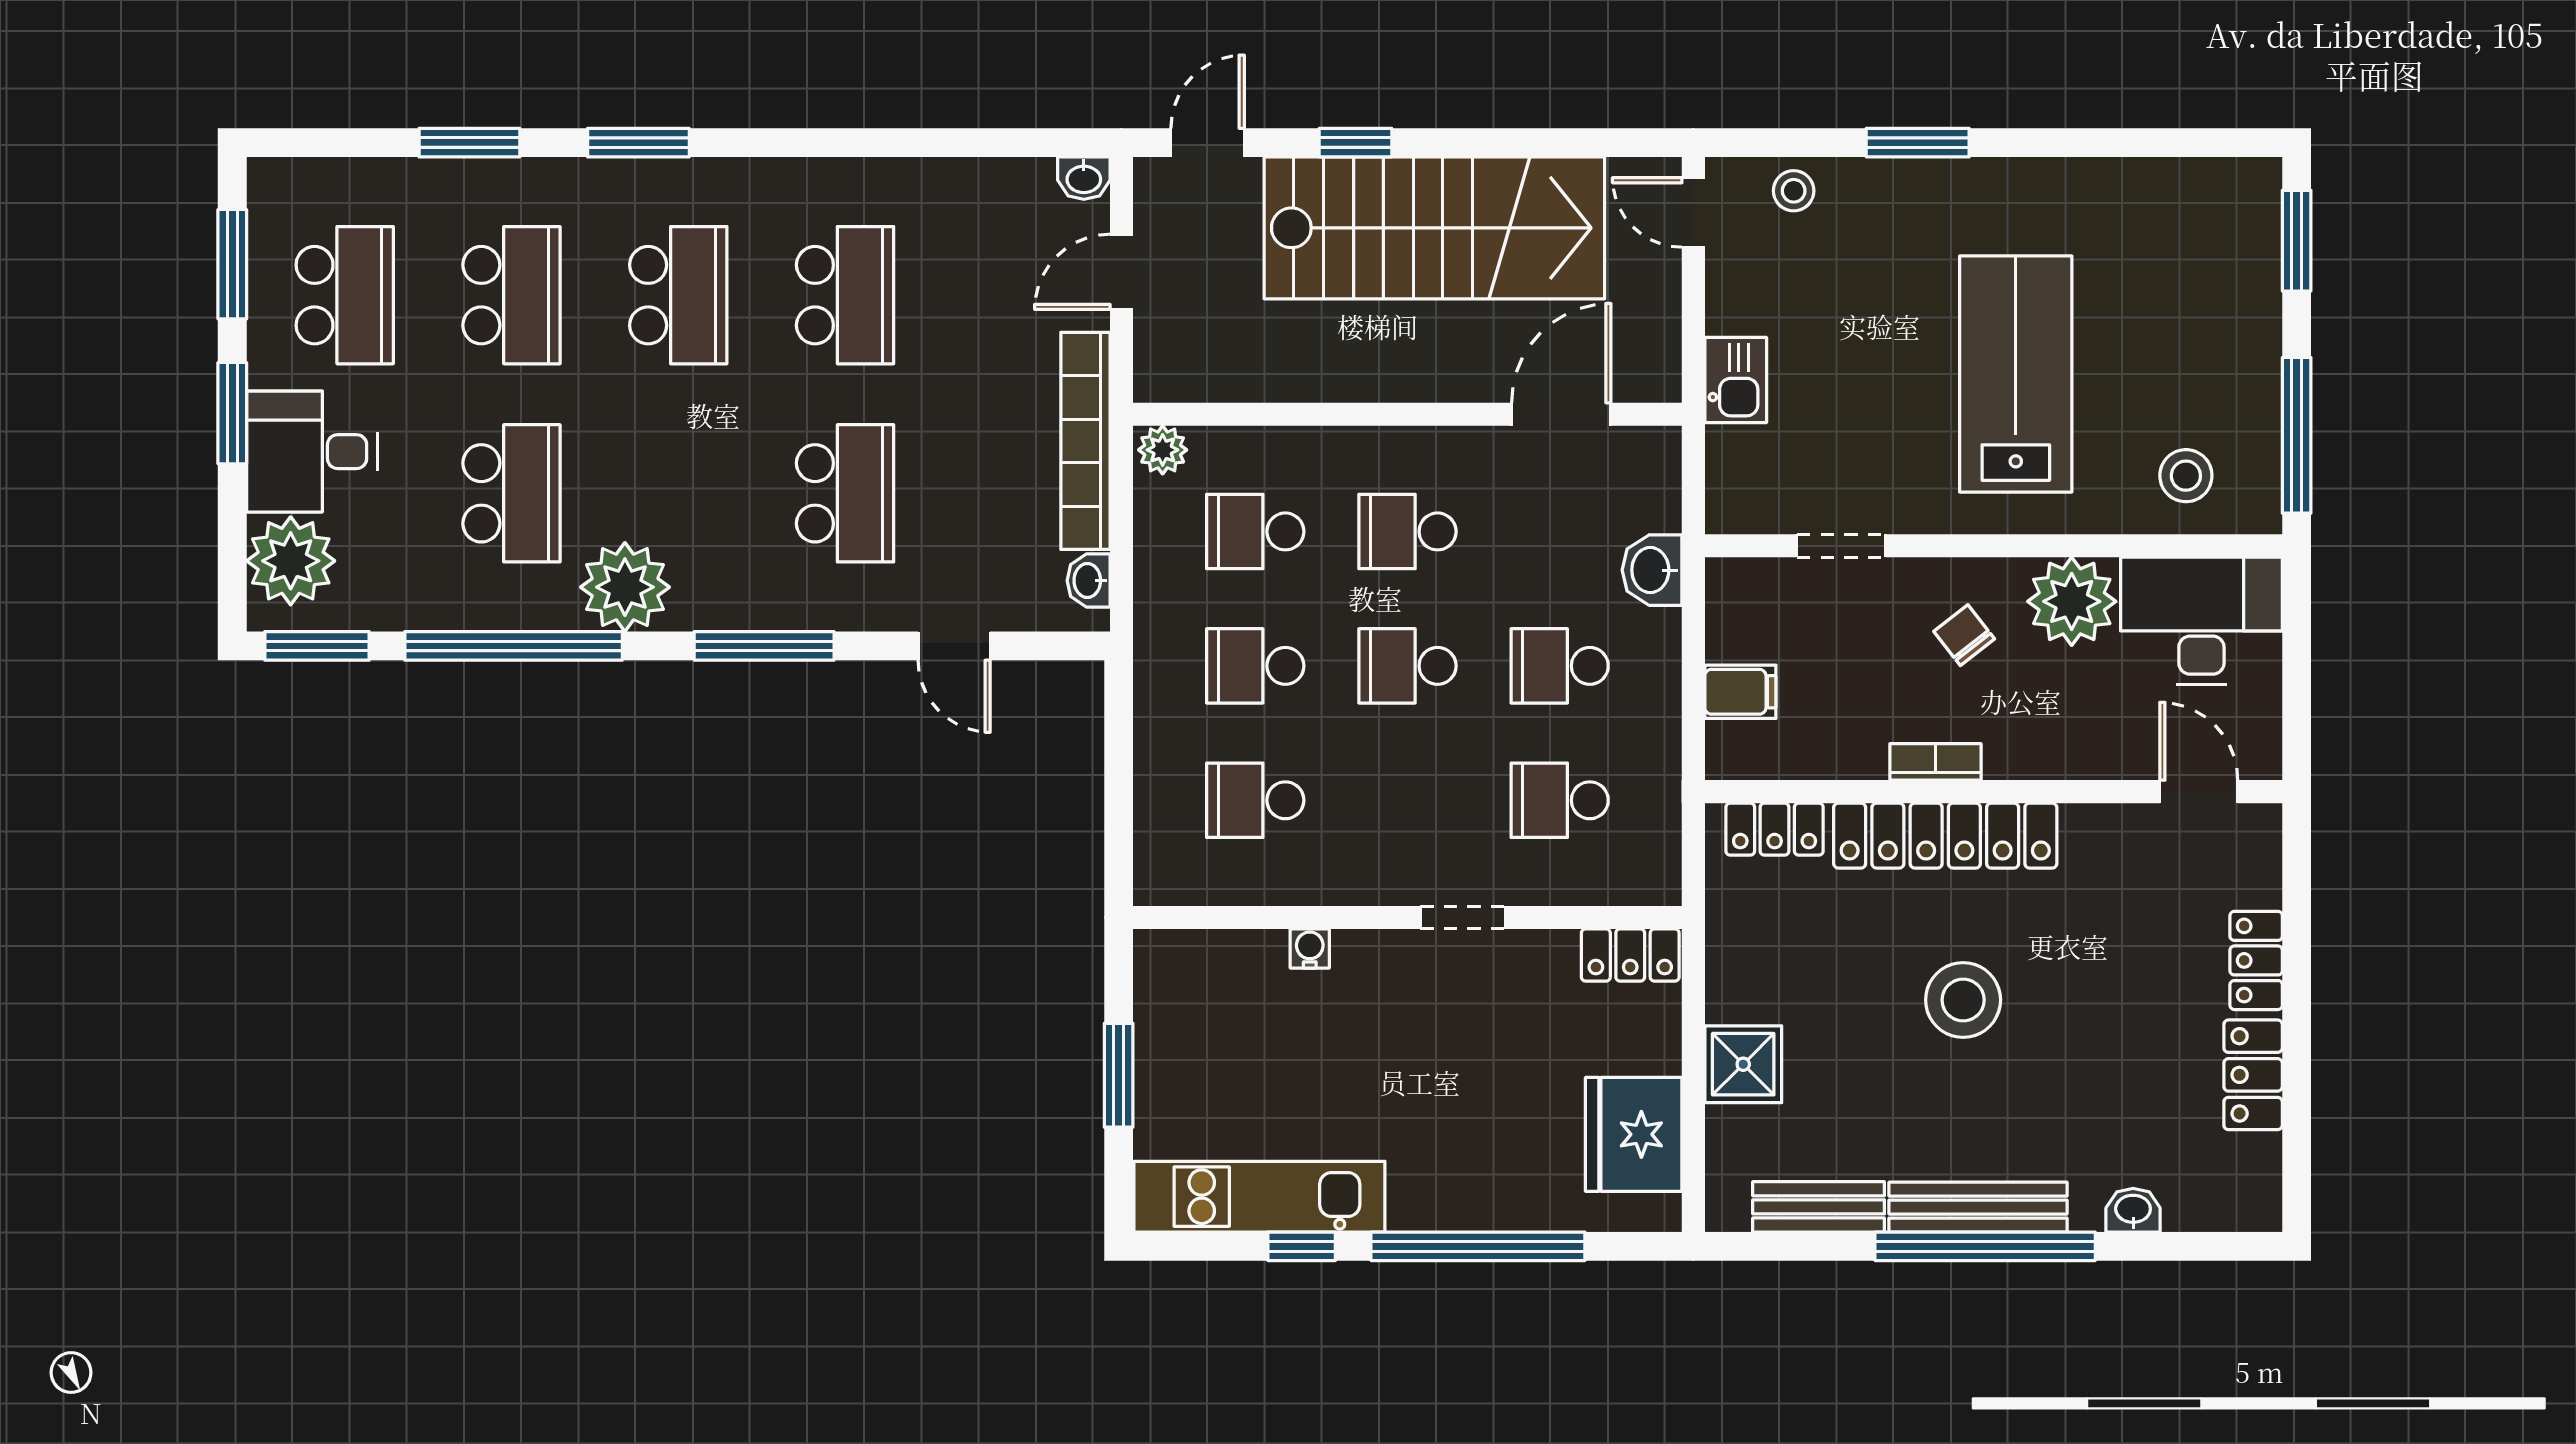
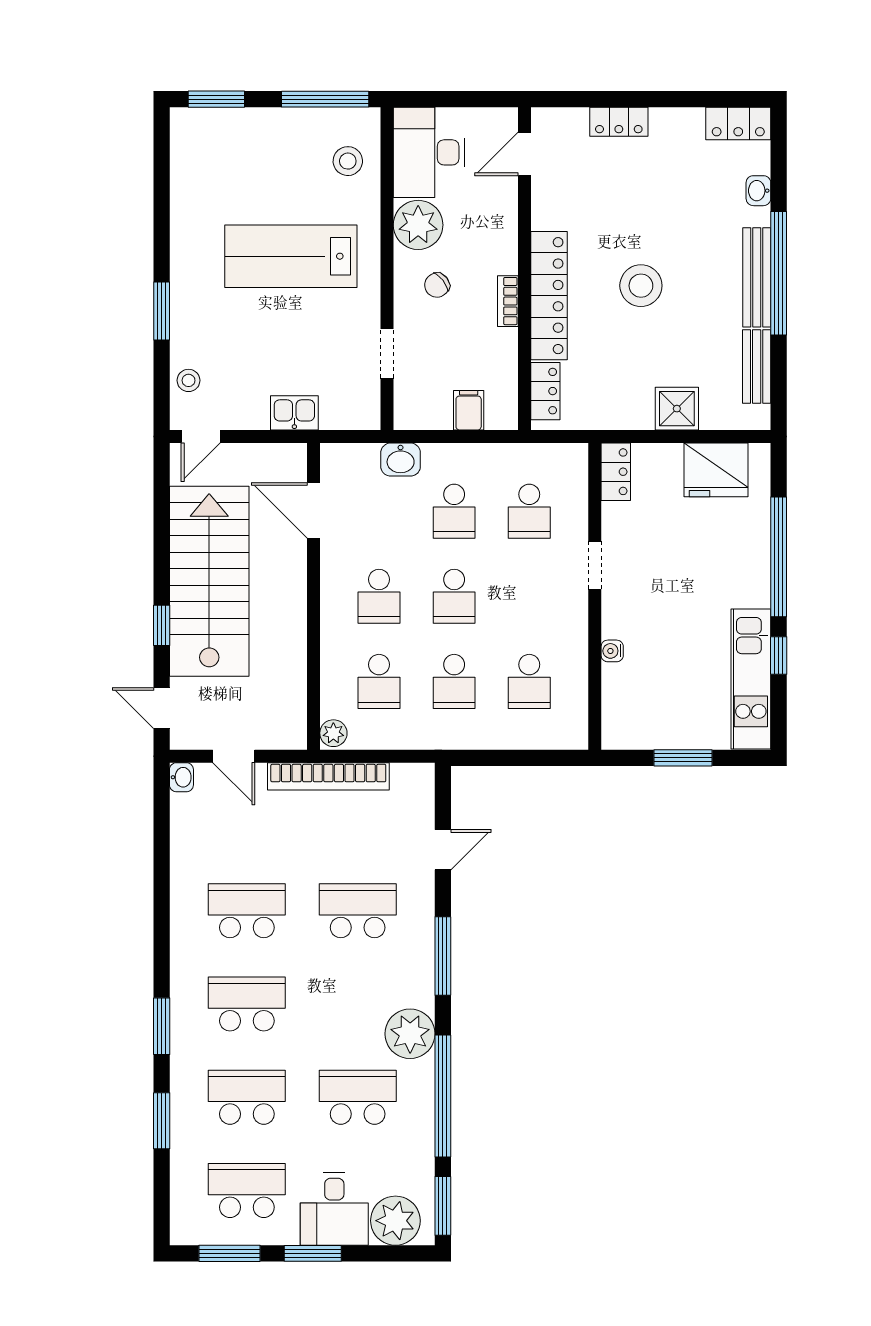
washbasin: (1089, 581) -> (406, 775), removed
locker: (2253, 1075) -> (738, 124), moved

